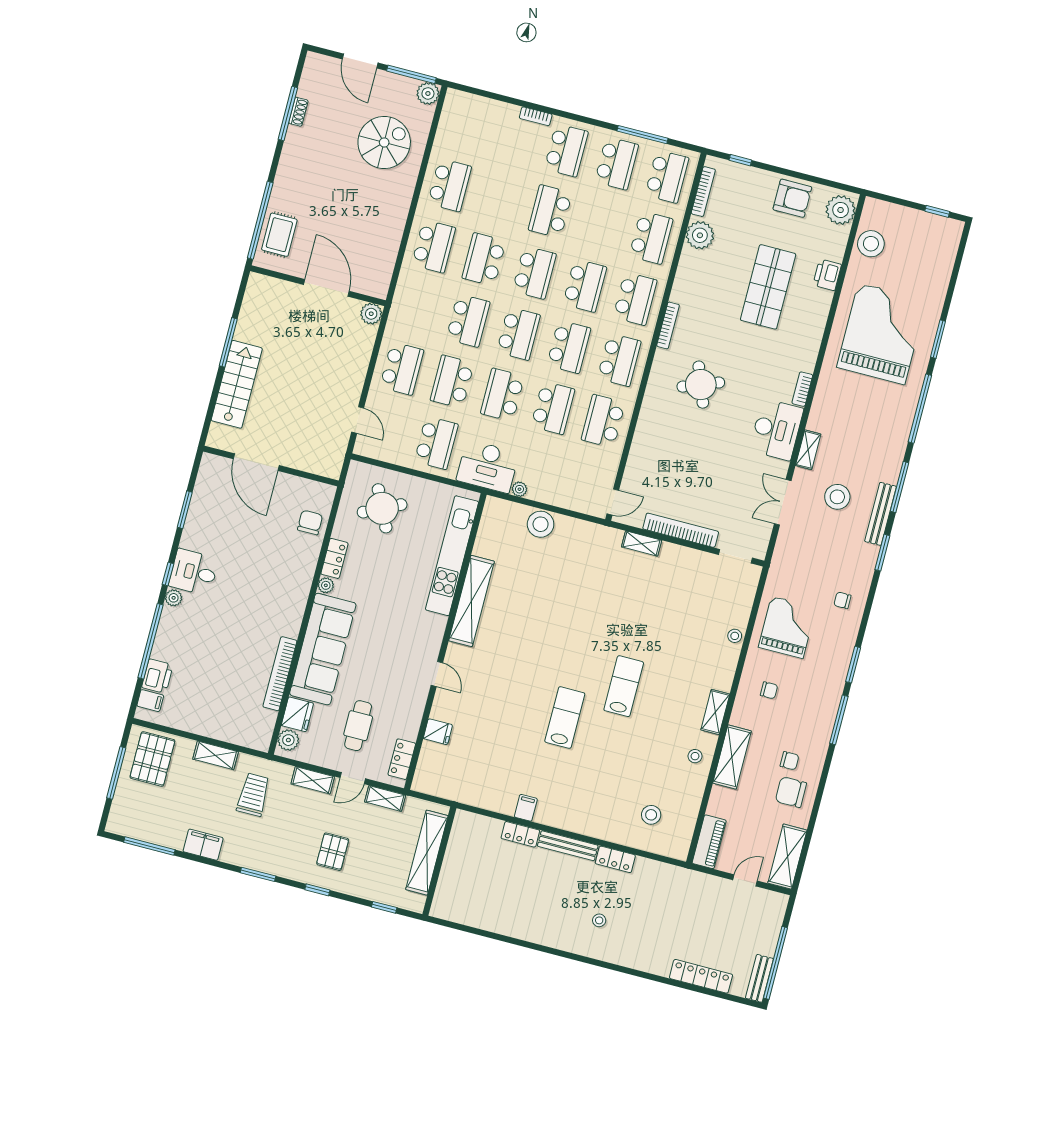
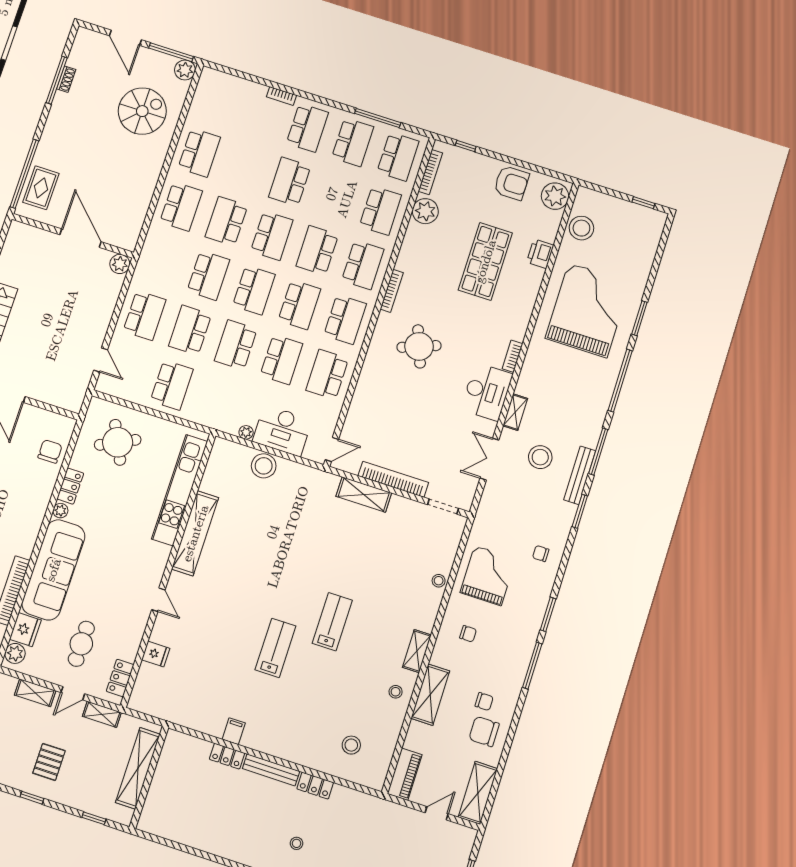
school desk: (585, 286) -> (317, 250), turned 180
desk: (488, 466) -> (282, 430), moved
shelving: (642, 544) -> (364, 495), width x1.50, depth x1.33

